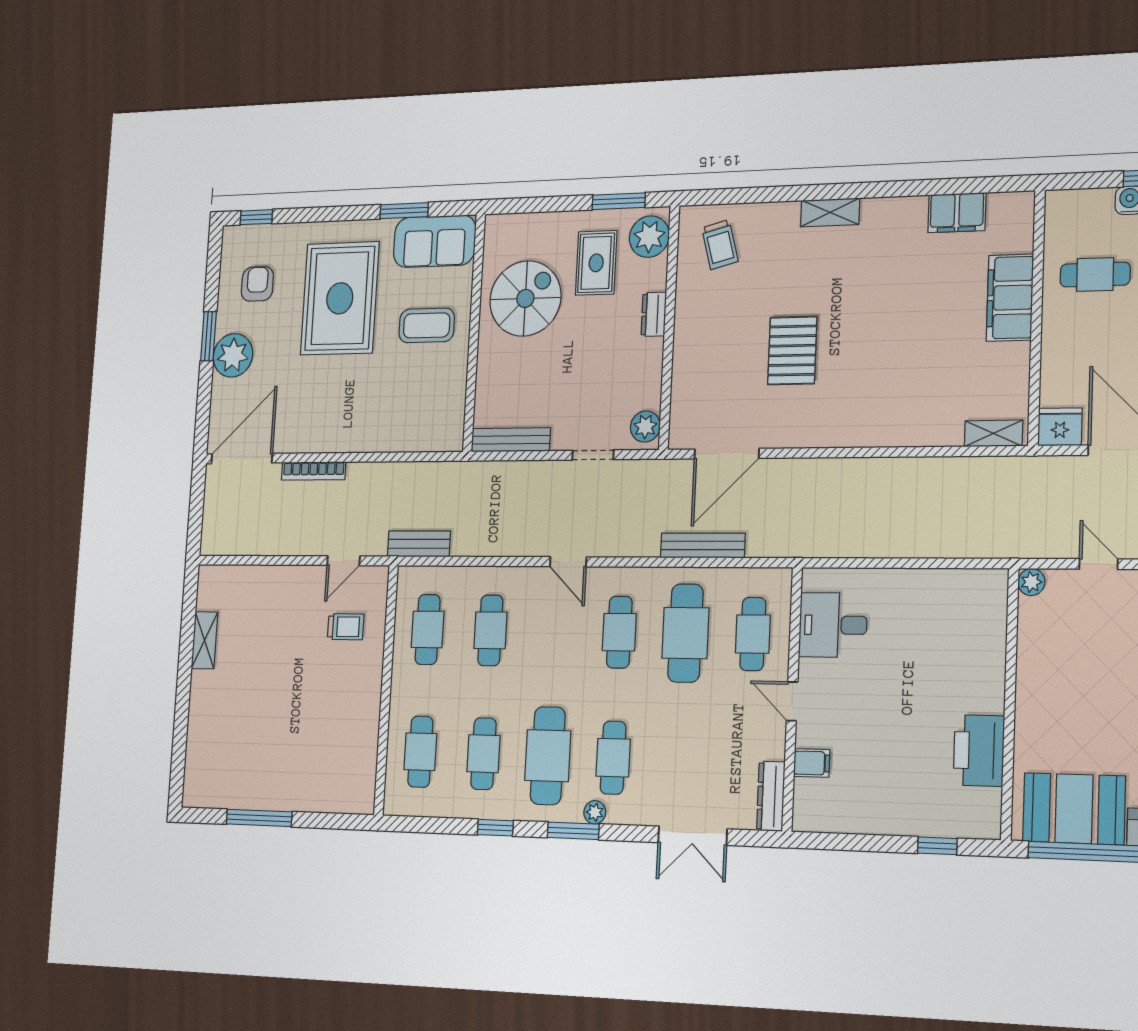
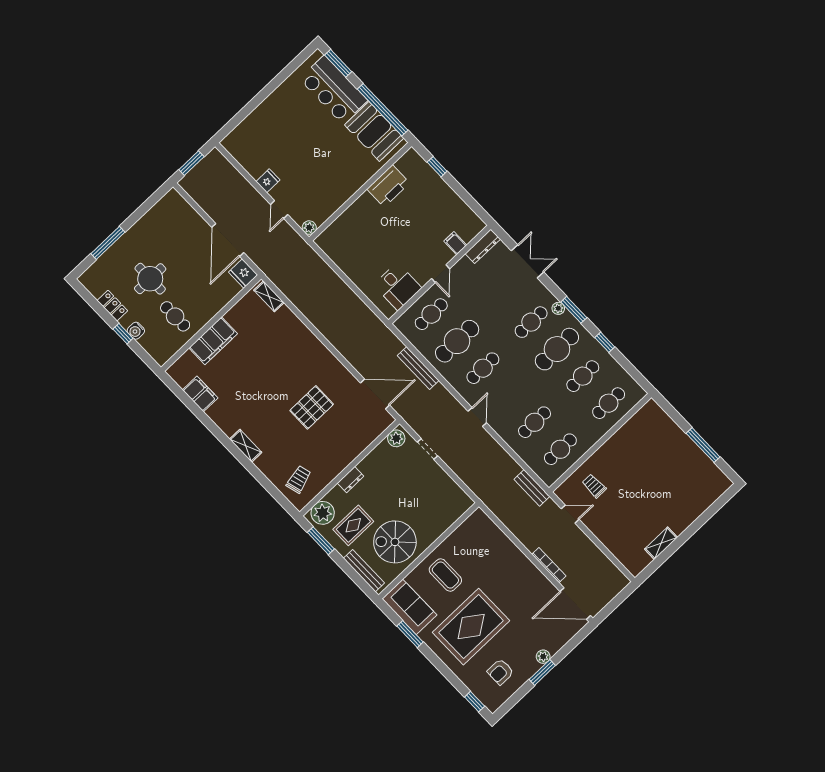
plant: (233, 355) -> (543, 657), width x0.53, depth x0.53
bench: (511, 440) -> (364, 571), moved

